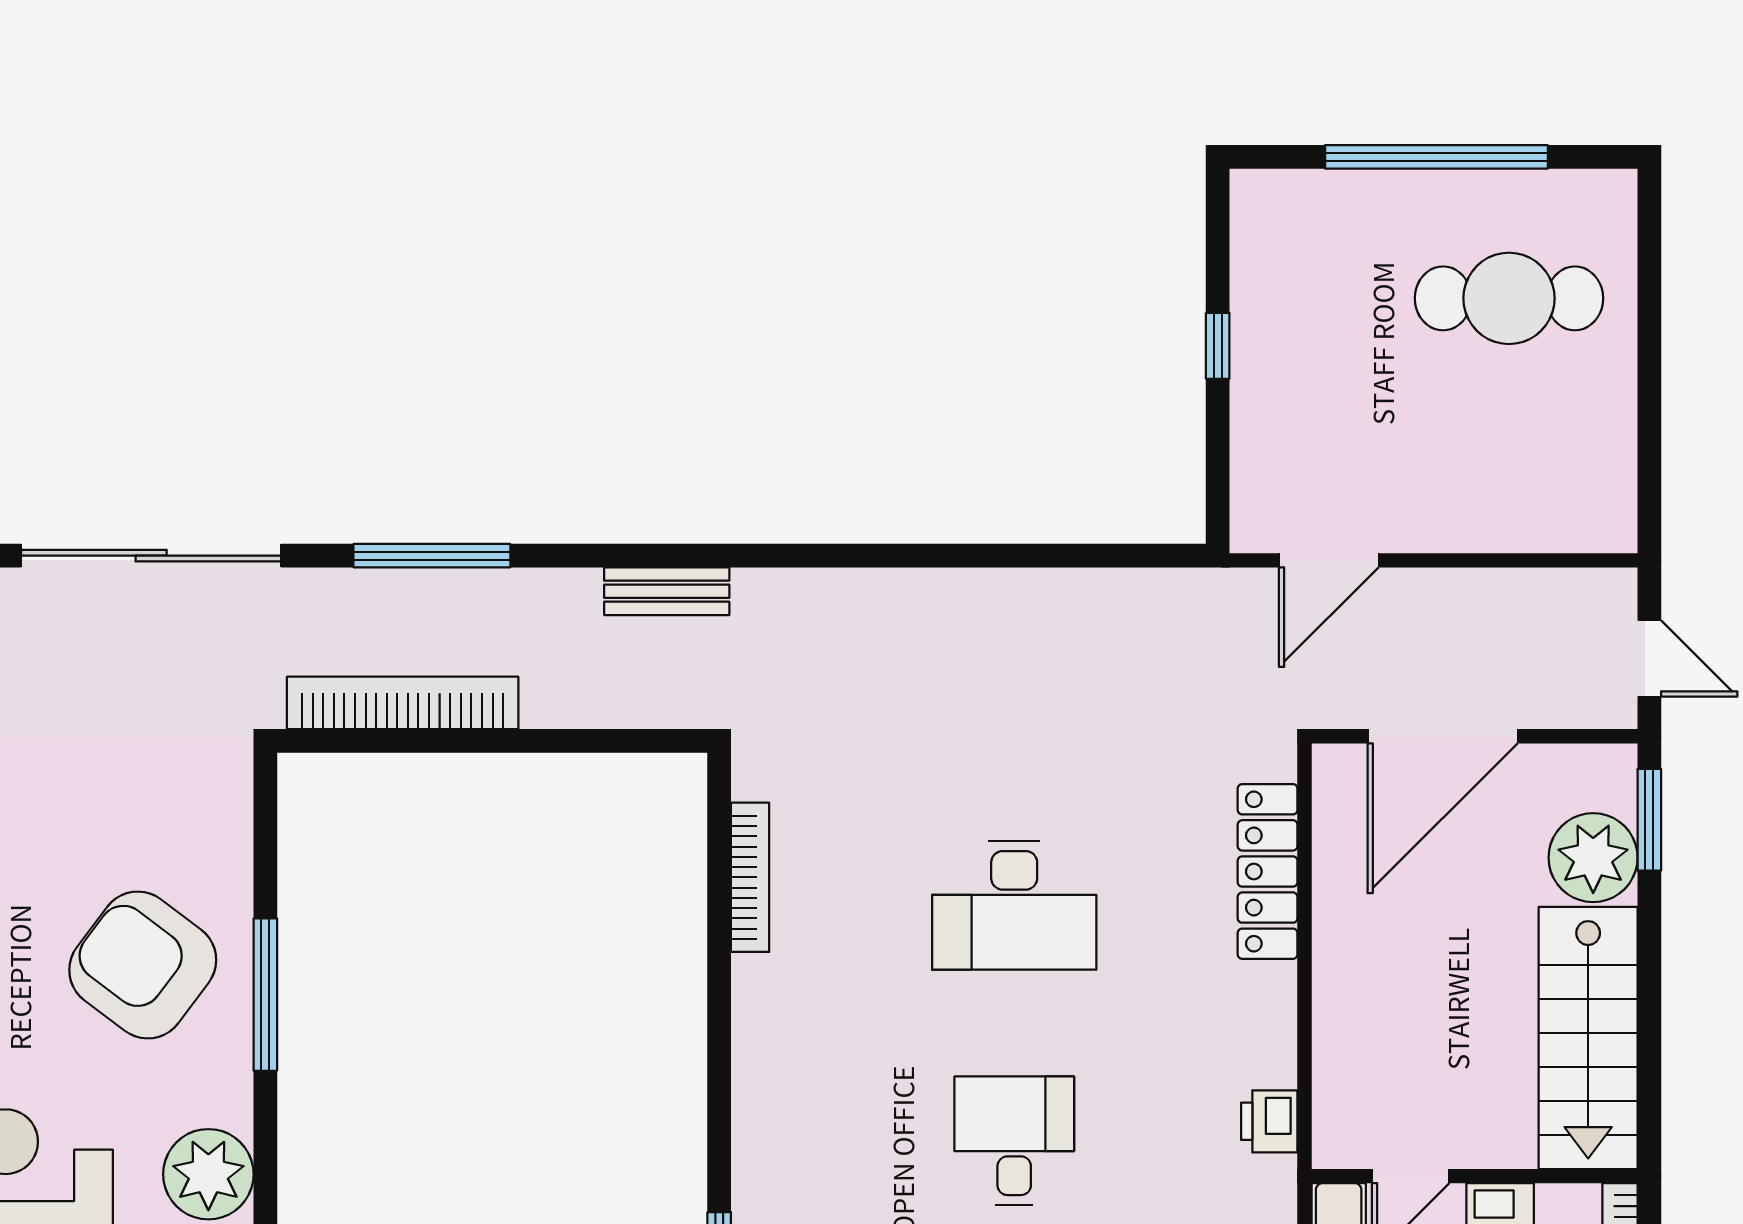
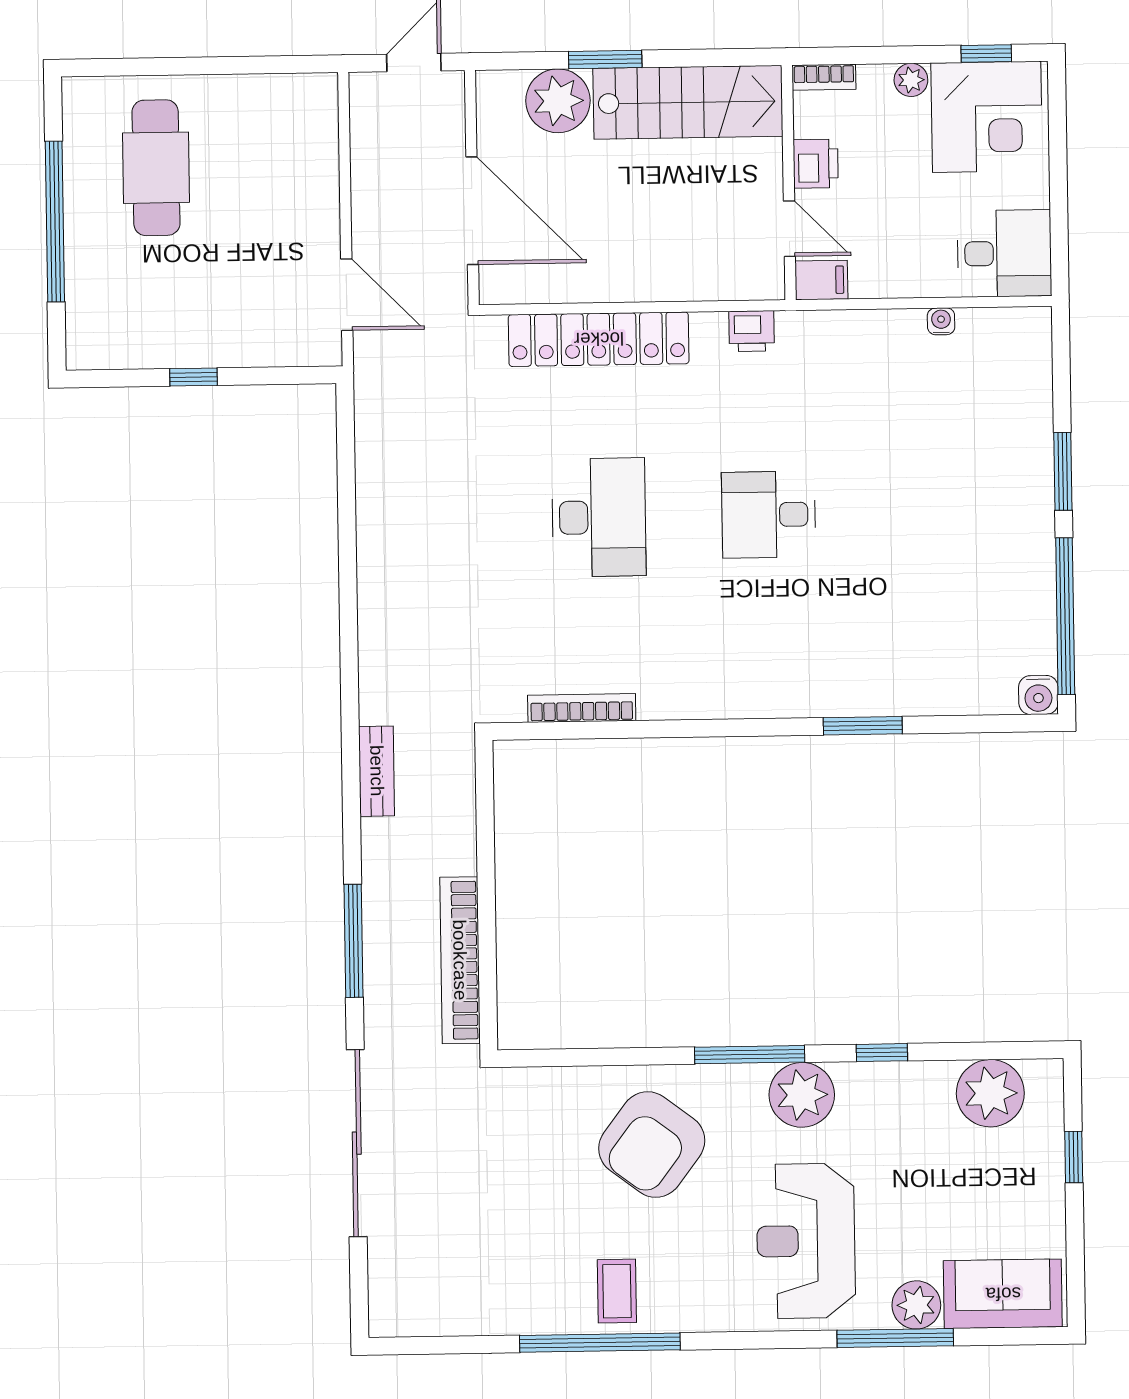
window: (1649, 820) -> (605, 60), moved
locker: (1268, 871) -> (599, 339), width x1.41, depth x1.21
window: (265, 995) -> (750, 1055), moved

